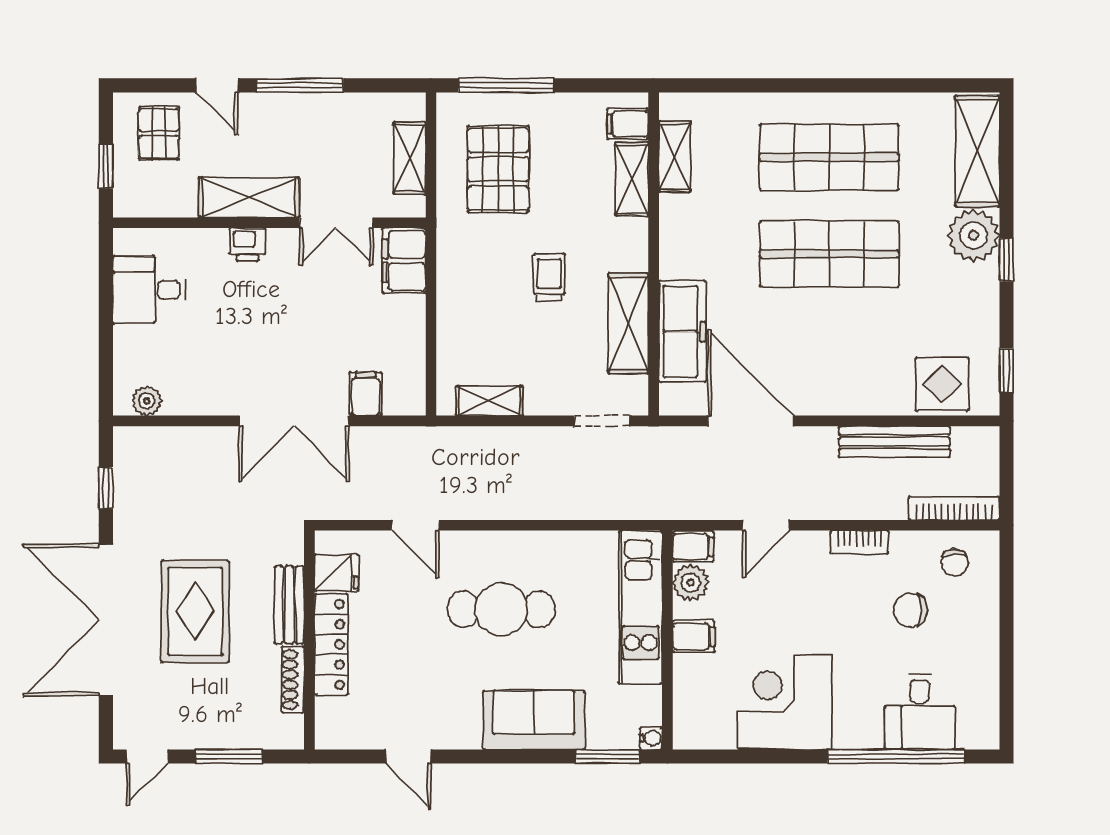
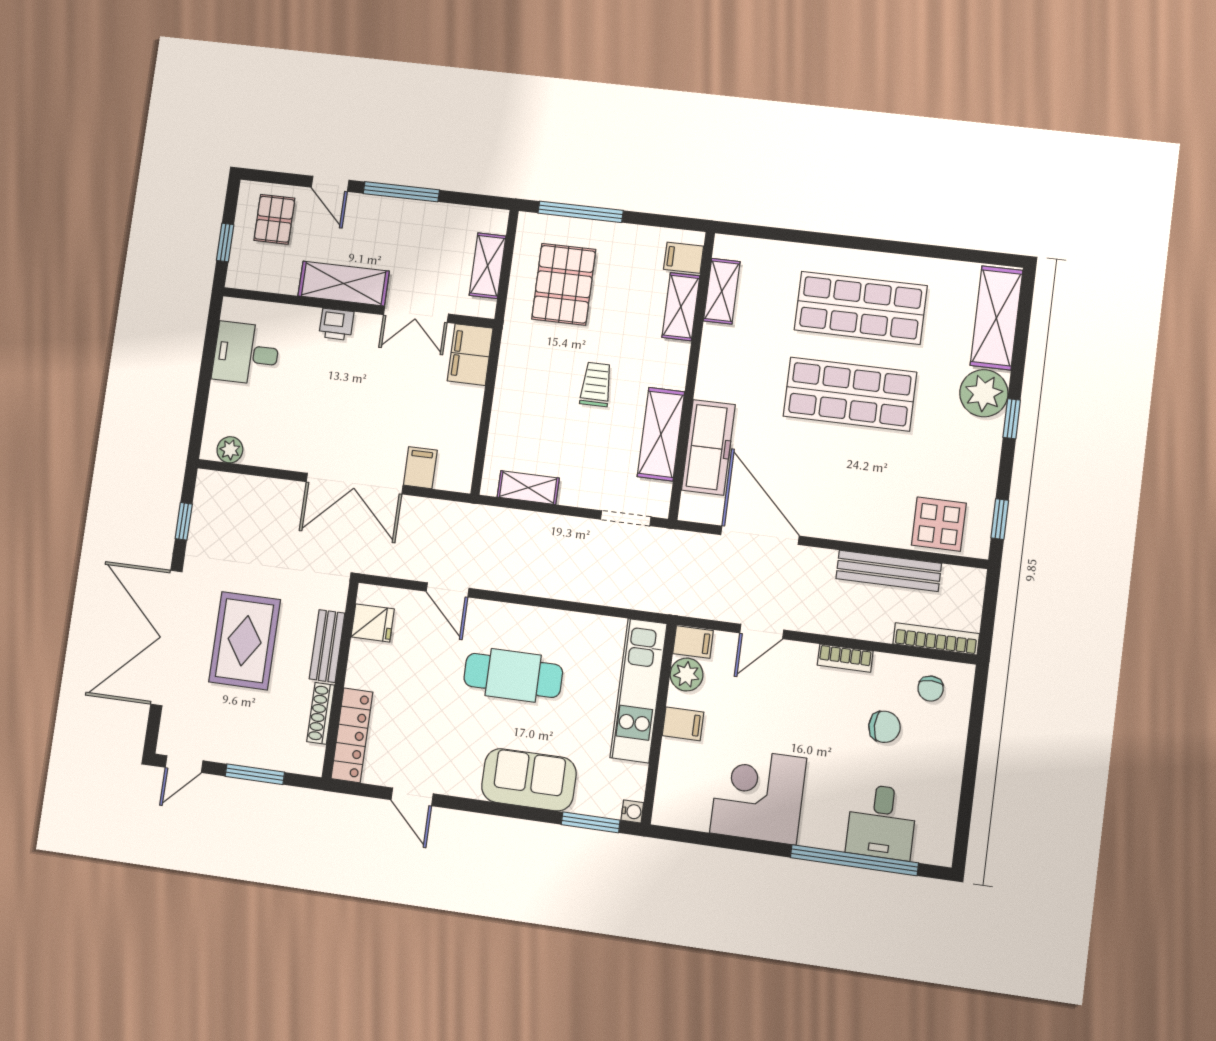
chair: (910, 610) -> (884, 727), turned 180
locker: (331, 644) -> (352, 735), moved

